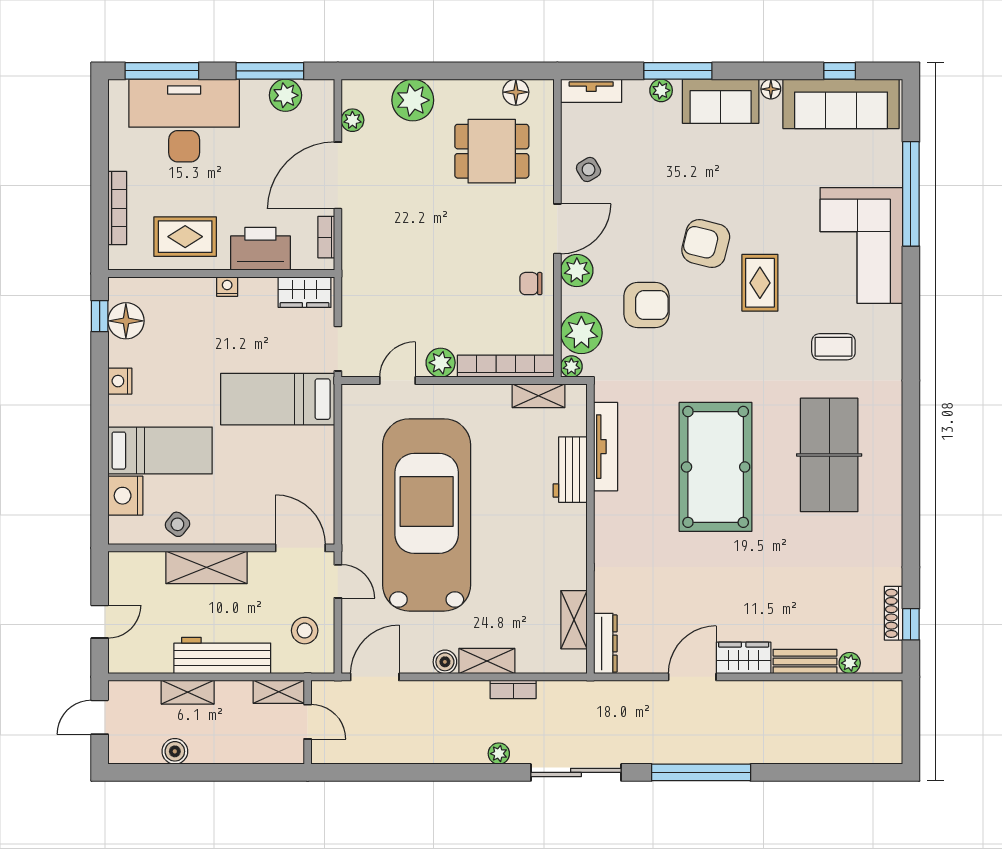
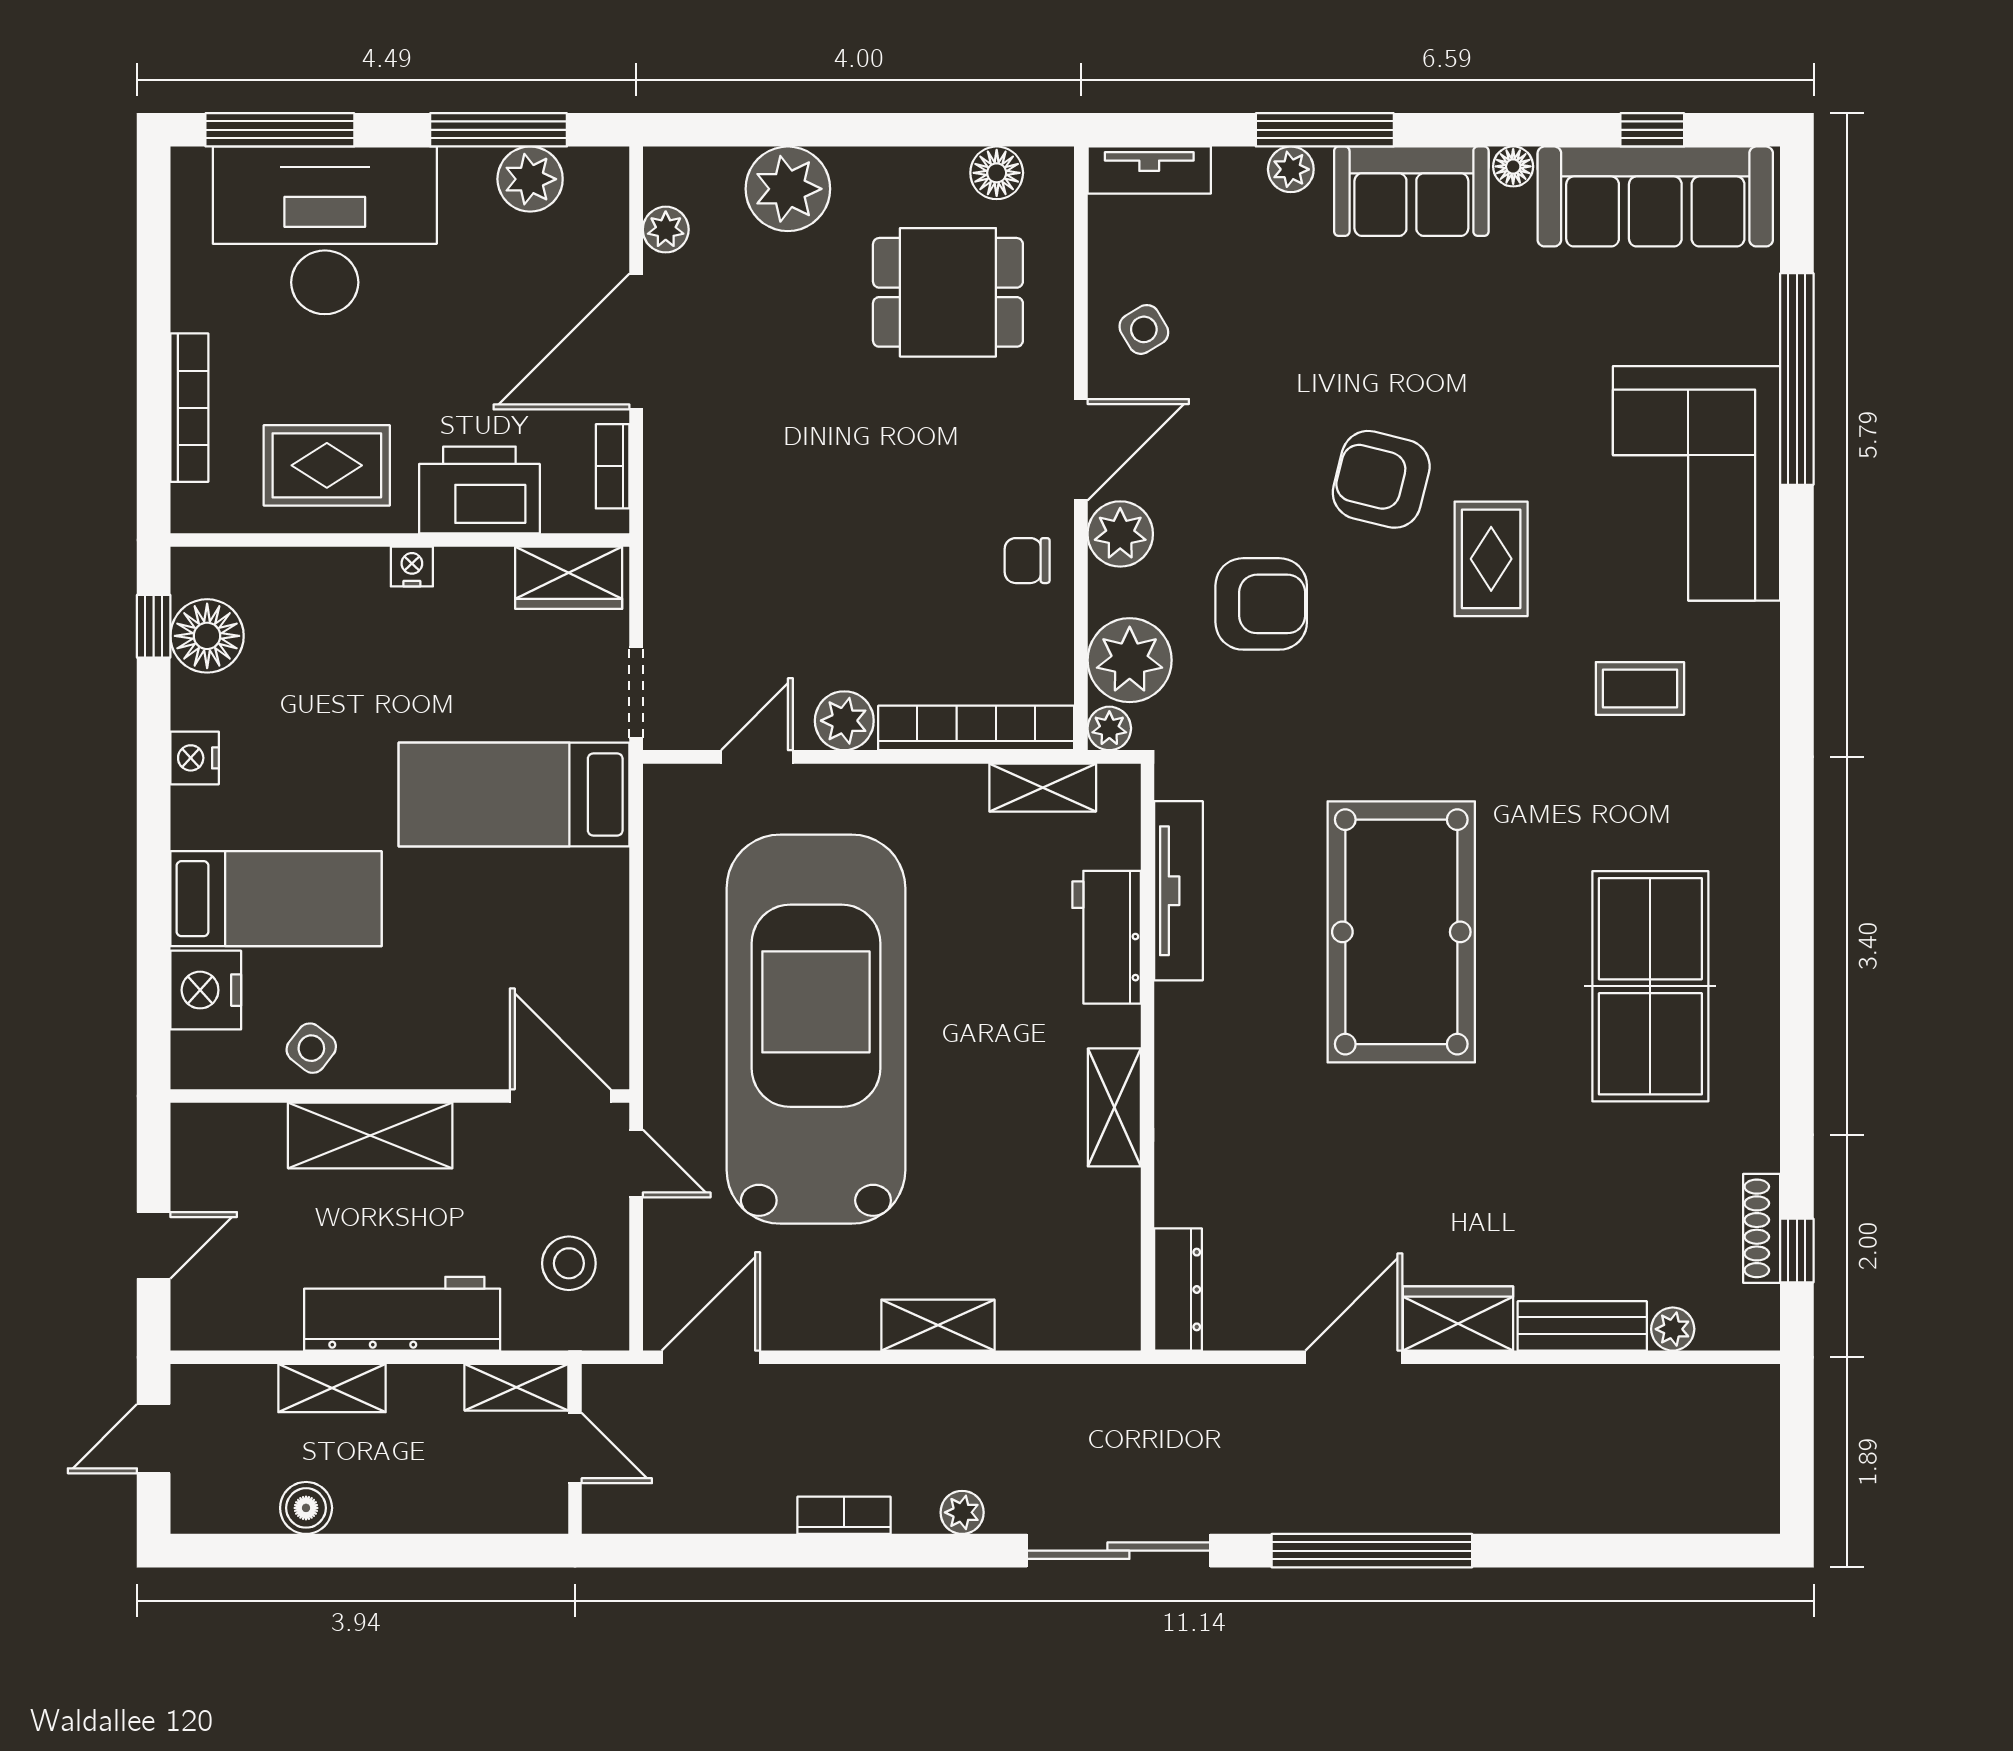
table tennis table: (829, 455) -> (1650, 986), moved
shelving: (574, 620) -> (1114, 1107), moved
boiler: (445, 662) -> (853, 1327), removed
bookcase: (513, 689) -> (844, 1515), moved, turned 180

